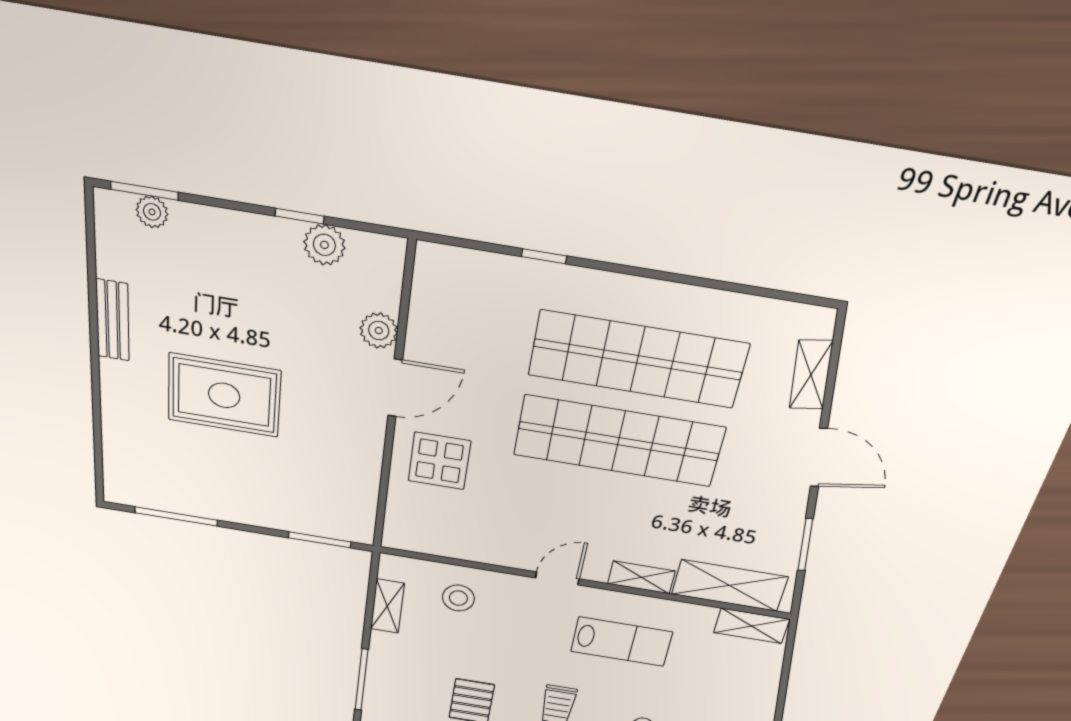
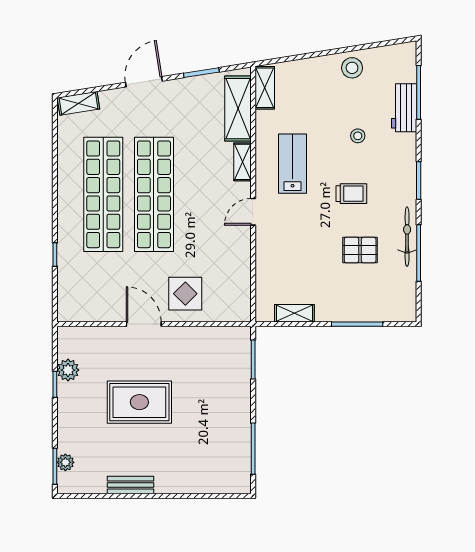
plant: (379, 331) -> (111, 337), removed
shelving: (811, 375) -> (78, 103), moved
rug: (224, 395) -> (139, 402), moved, turned 90
door: (557, 578) -> (253, 212), hinge flipped
stool: (458, 598) -> (279, 270), removed

